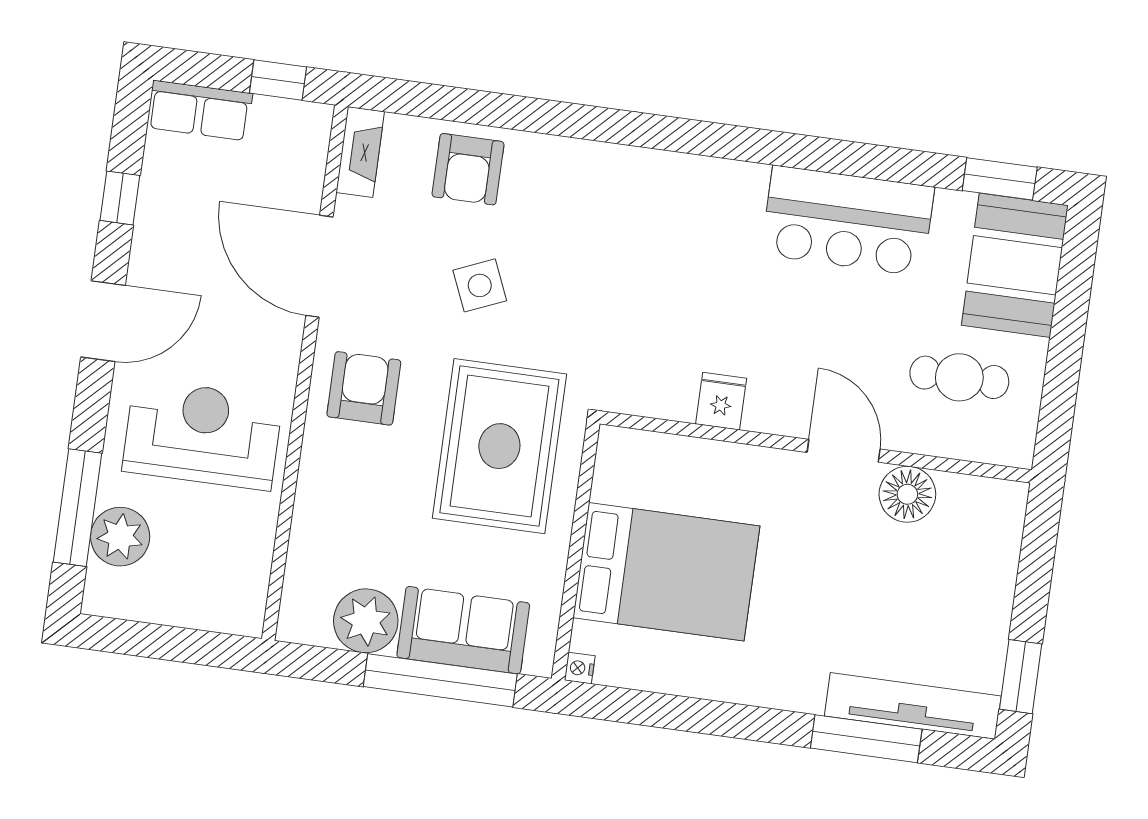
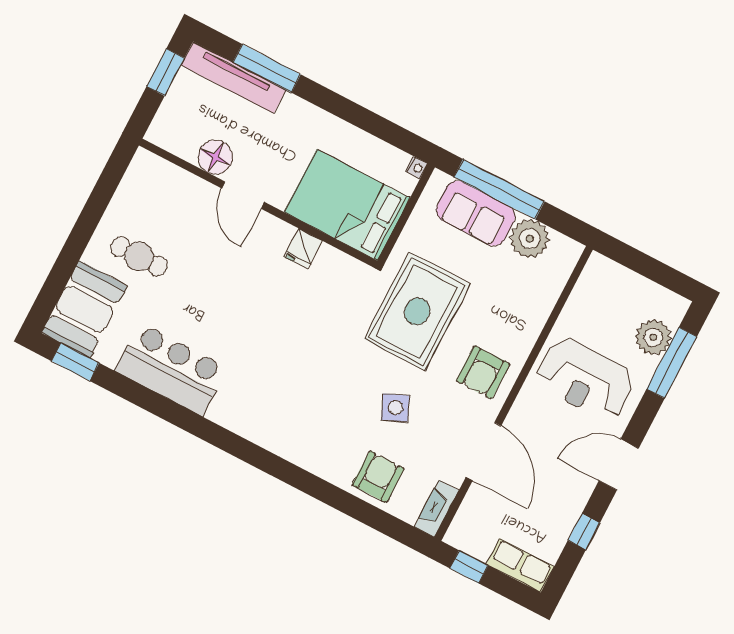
fridge: (721, 401) -> (303, 249), moved
wall: (816, 447) -> (258, 203), moved
door: (844, 451) -> (243, 195), moved
floor lamp: (907, 494) -> (215, 157), moved

